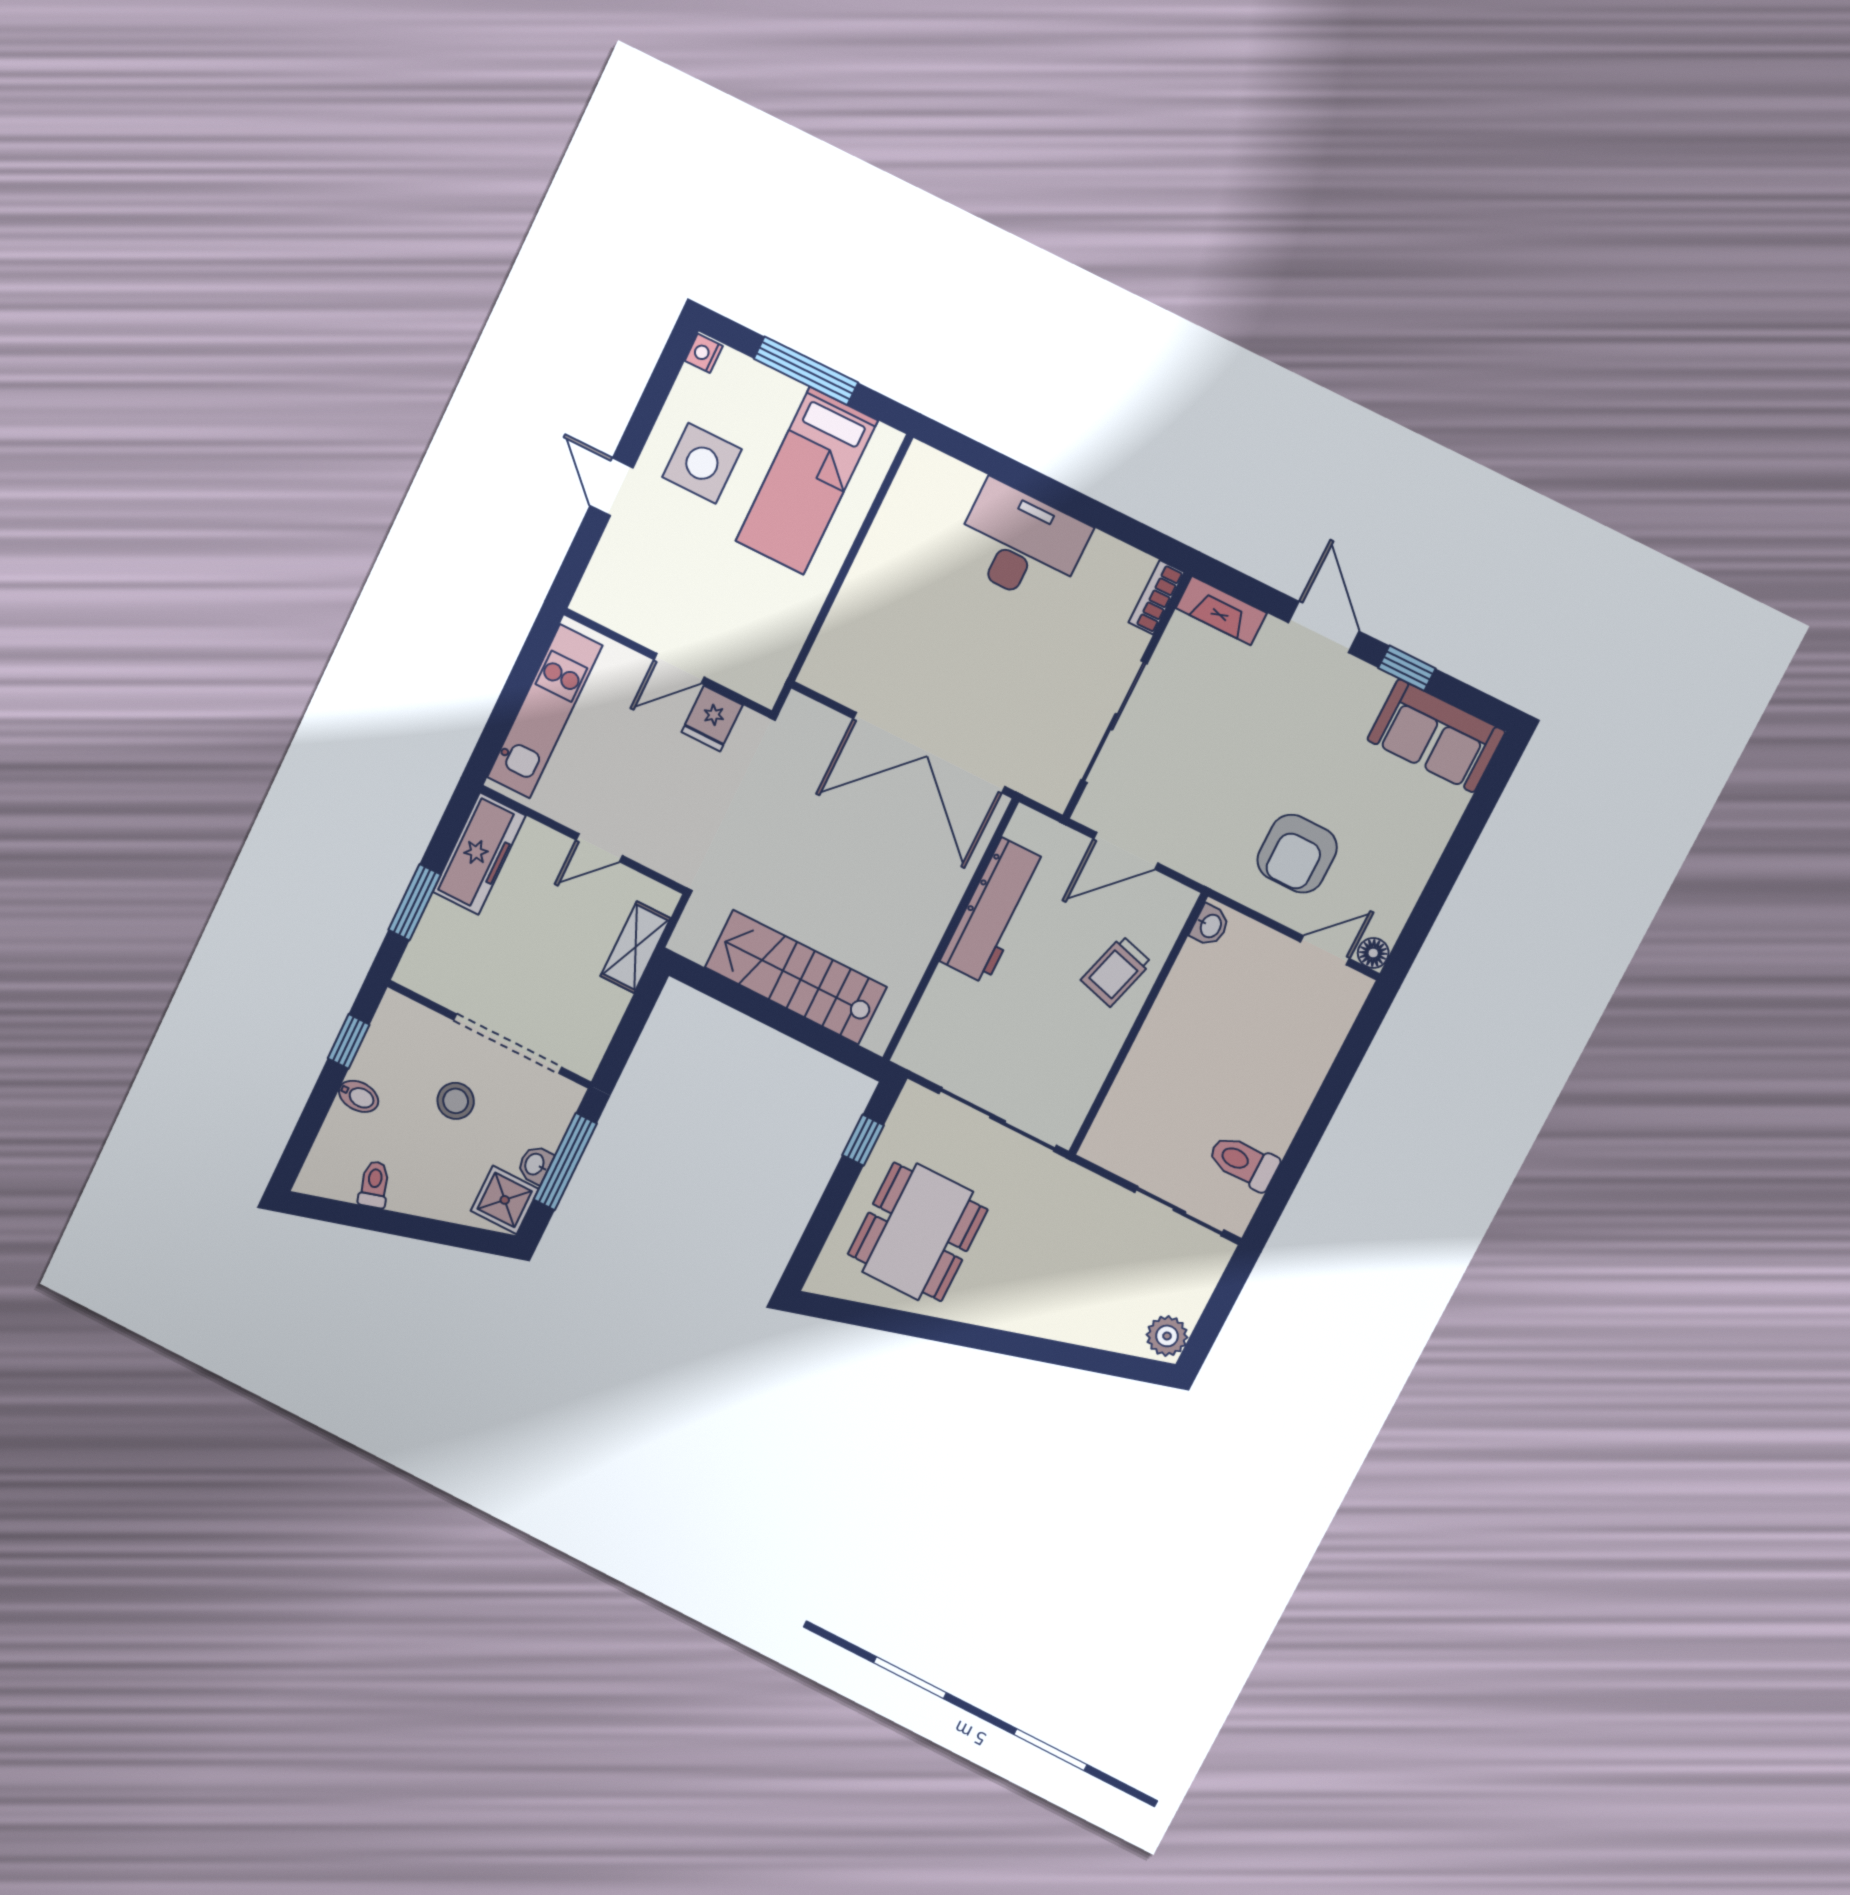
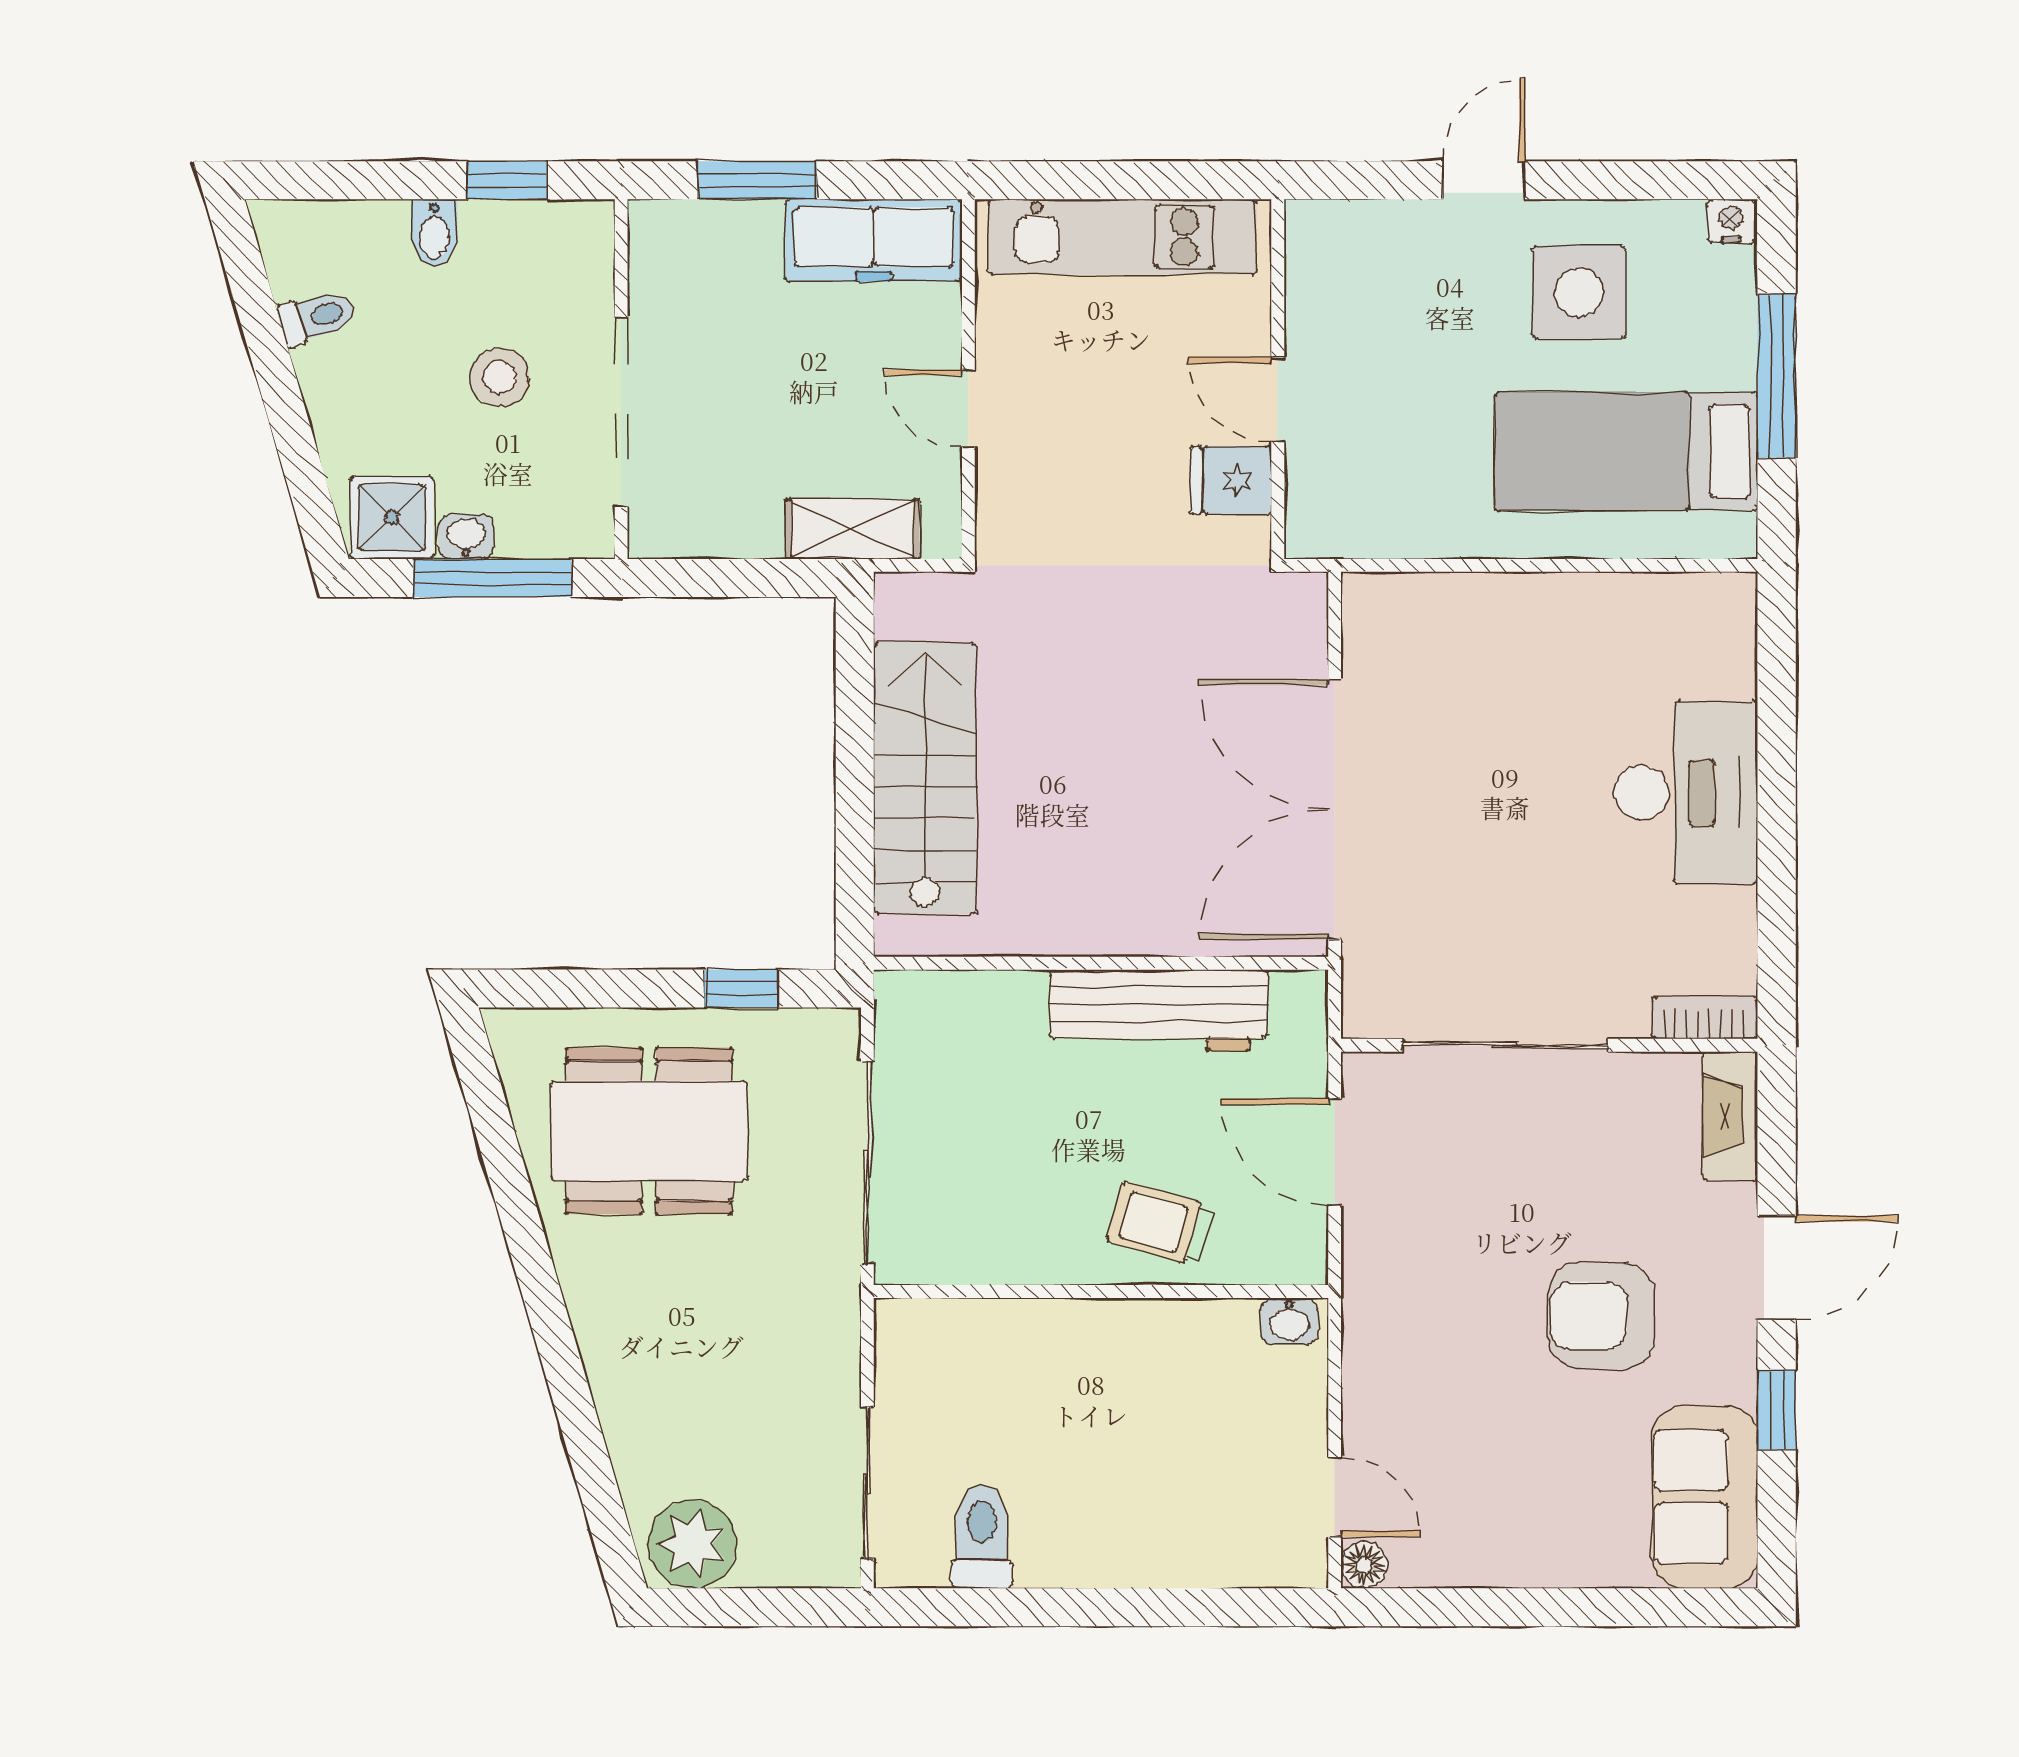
armchair: (1297, 854) -> (1601, 1316), moved
plant: (1167, 1336) -> (692, 1544), width x1.36, depth x1.36

